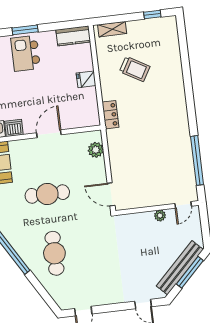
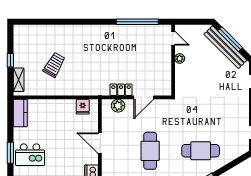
window: (152, 15) -> (10, 60), moved
fridge: (86, 79) -> (83, 107), moved
locker: (110, 115) -> (121, 90), moved
door: (111, 194) -> (144, 97), moved

